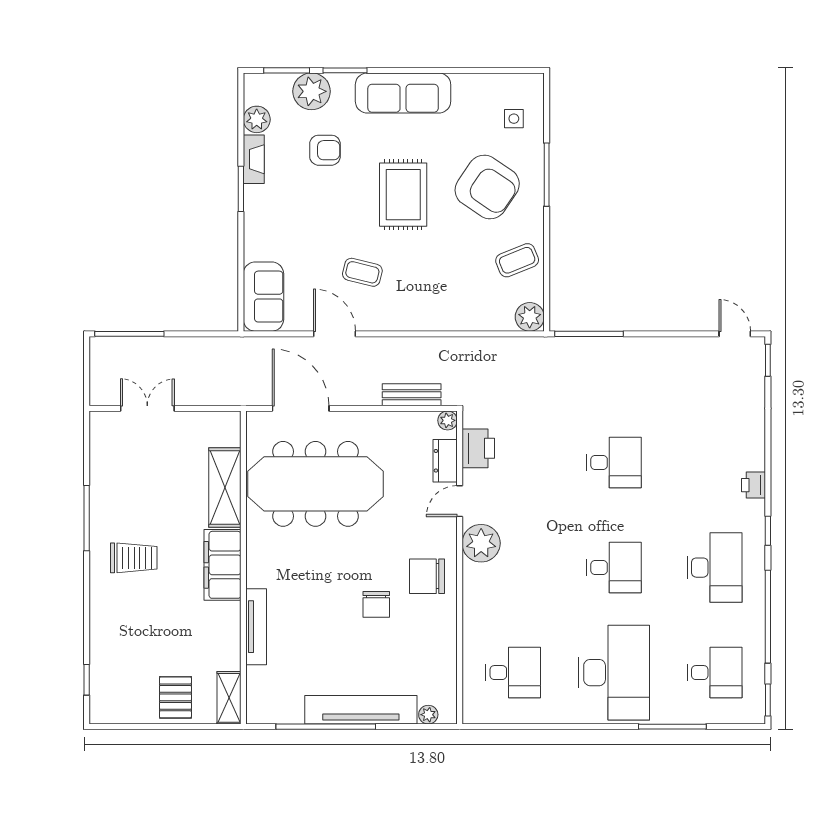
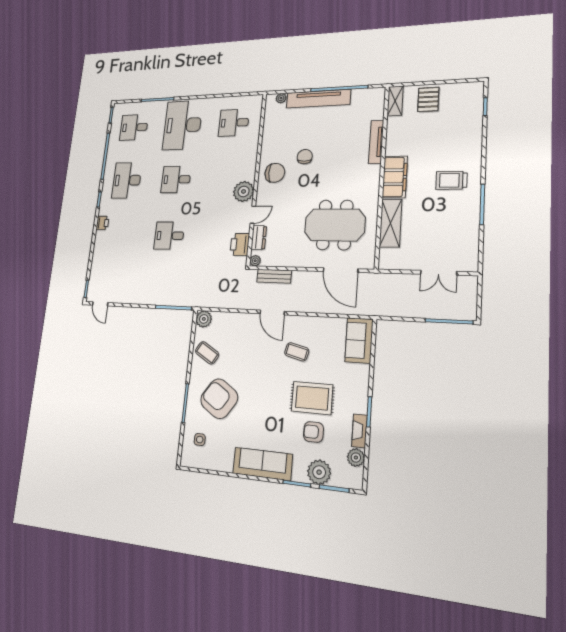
rug: (403, 195) -> (312, 398), moved, turned 90
coffee table: (517, 260) -> (207, 353), turned 53
door: (334, 334) -> (272, 313), moved
meeting table: (315, 484) -> (335, 225), width x0.73

